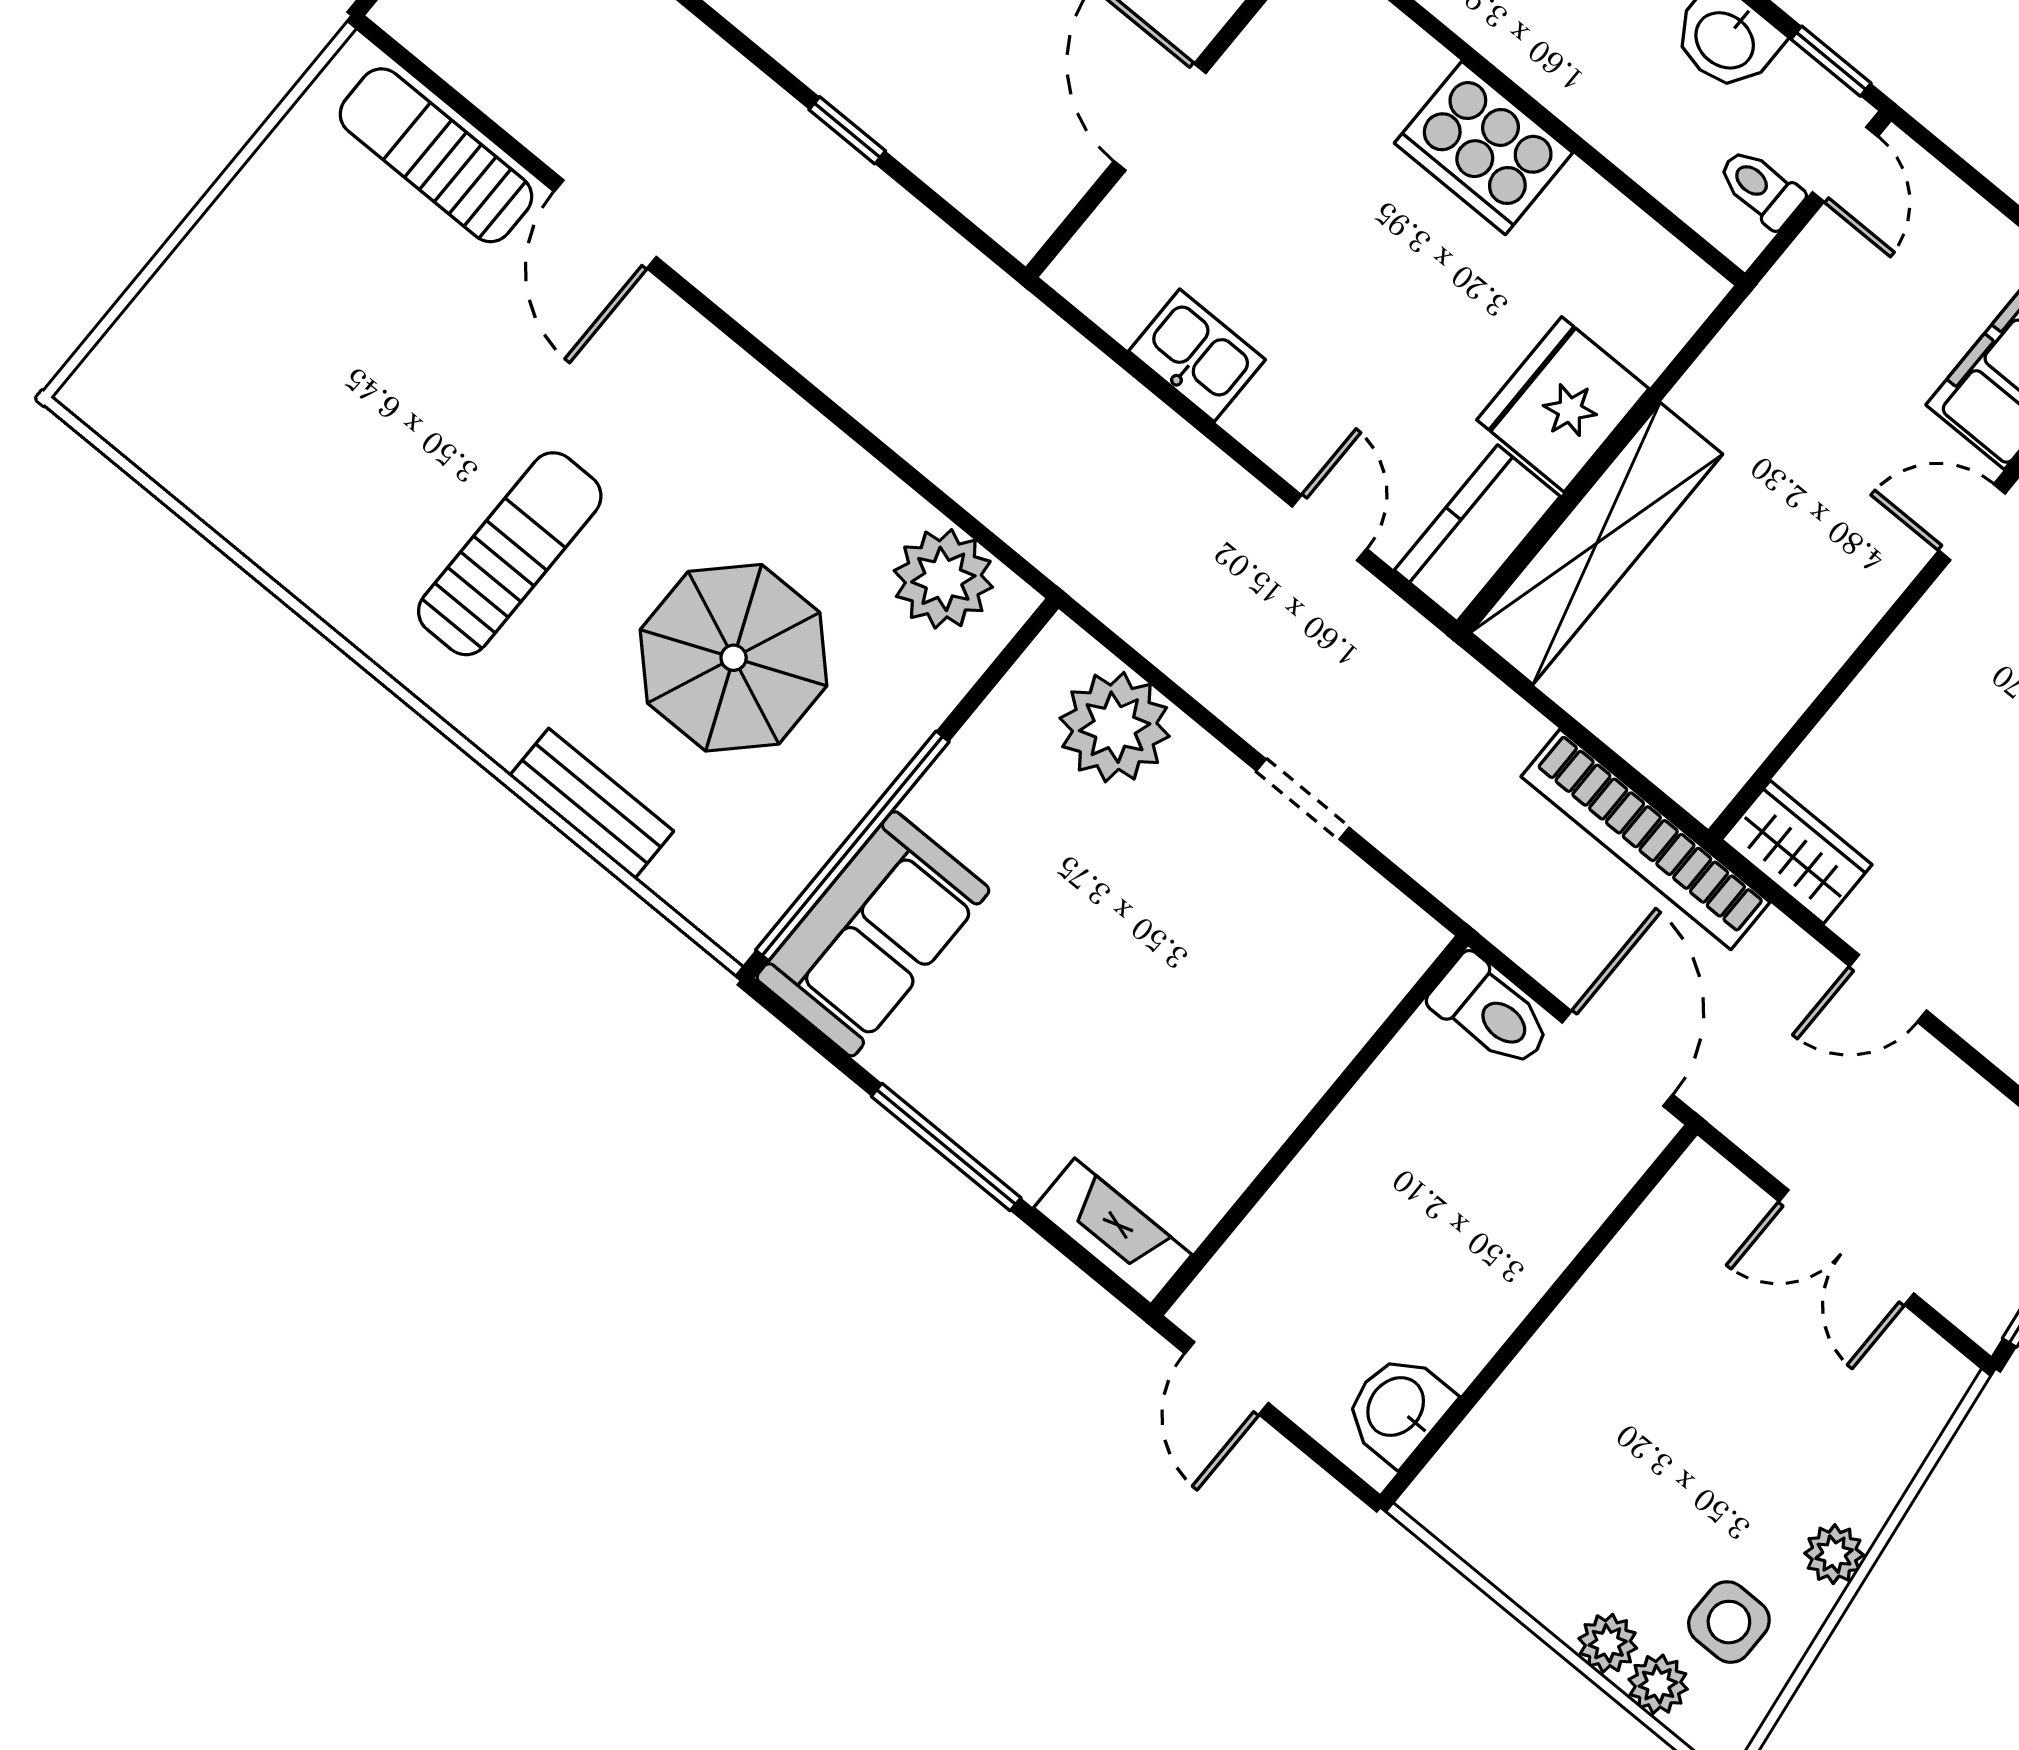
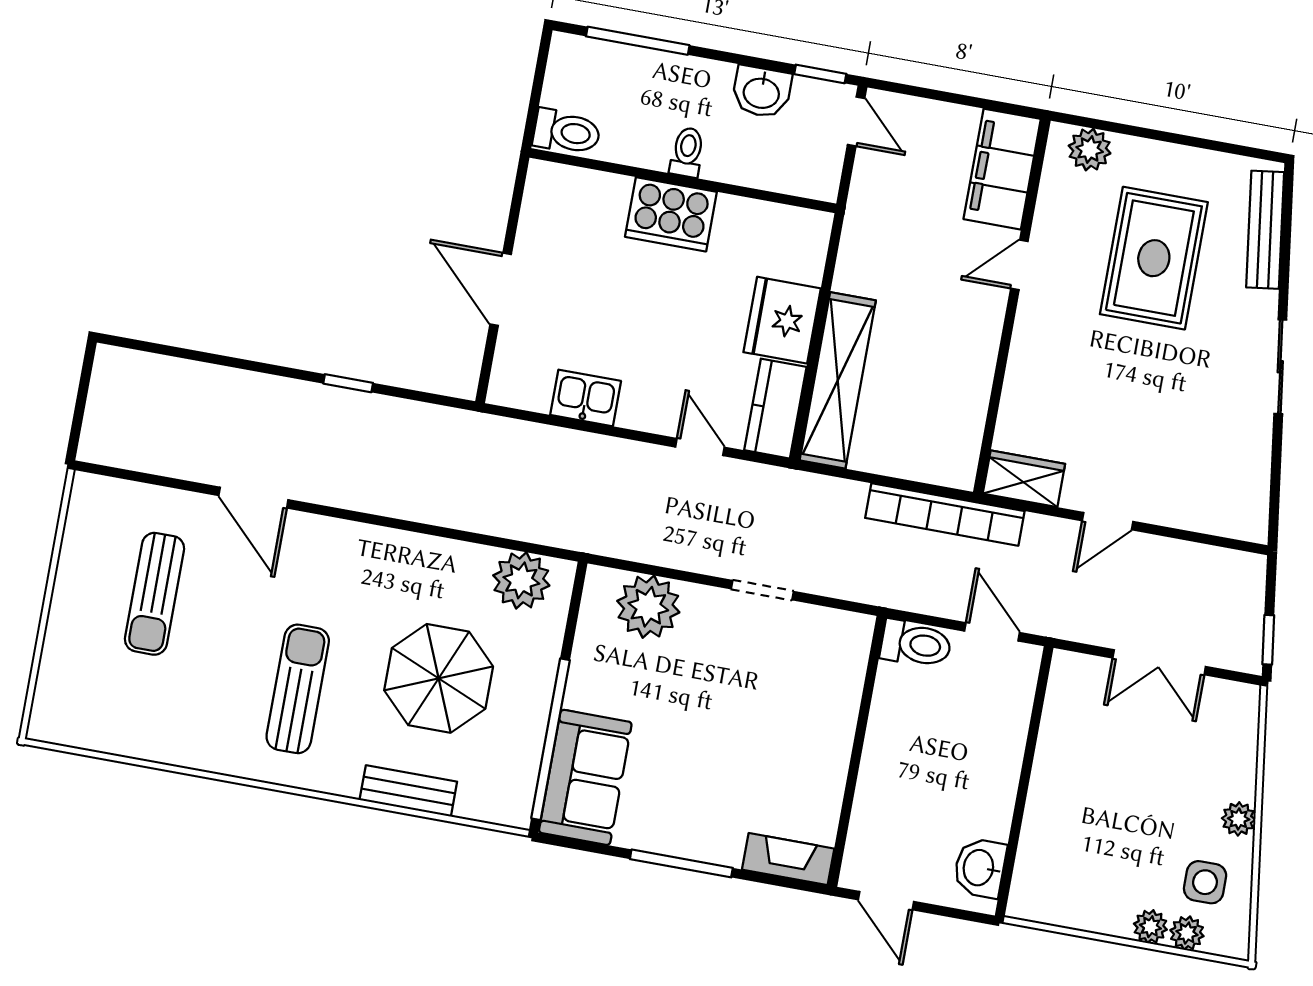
sun lounger: (436, 155) -> (154, 594), moved, turned -90
toilet: (1761, 188) -> (687, 152), moved, turned 90
door: (1617, 1059) -> (992, 632), width x0.73

